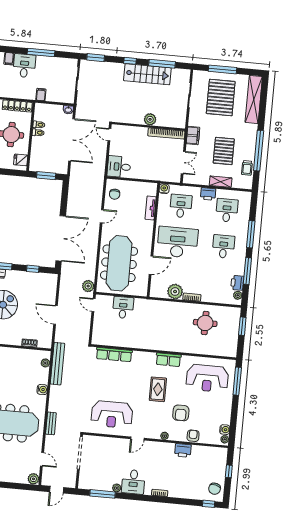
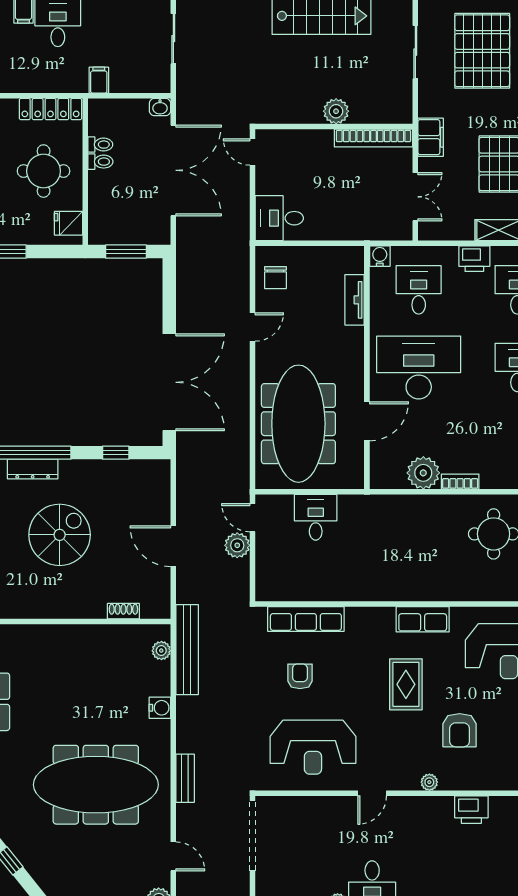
plant: (88, 286) -> (237, 545), moved
armchair: (193, 436) -> (300, 676), moved

